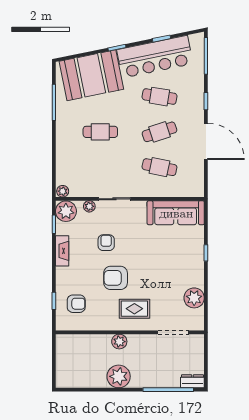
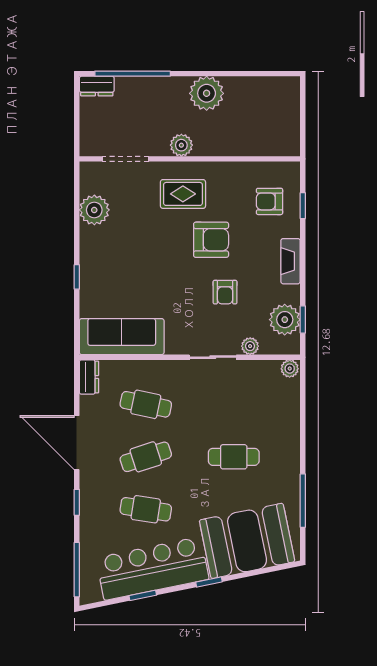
dresser: (198, 186) -> (89, 377), added
plant: (66, 211) -> (285, 320), moved
fireplace: (62, 251) -> (291, 261), moved
plant: (119, 342) -> (181, 145), moved

